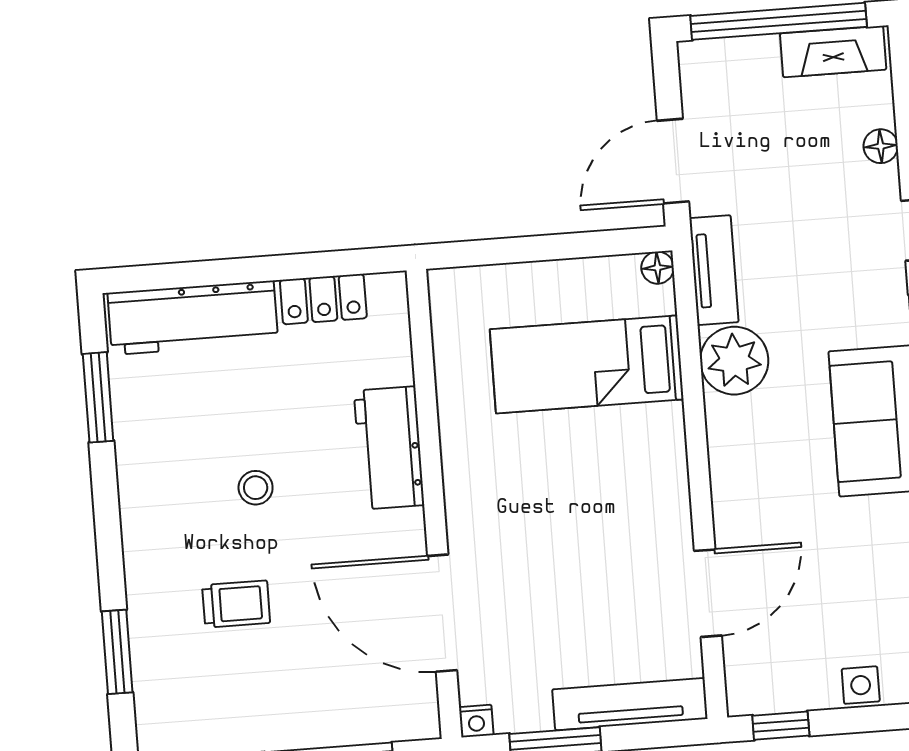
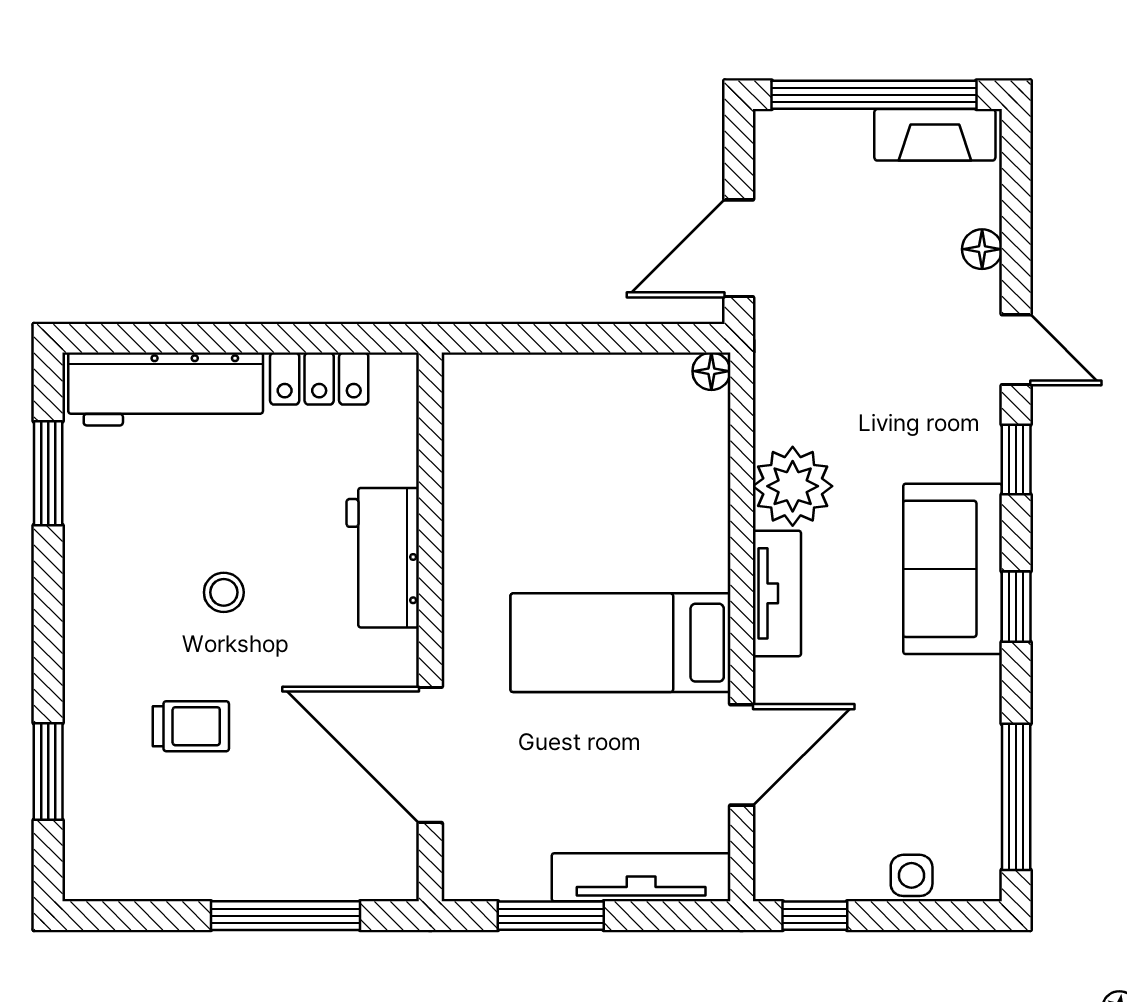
tv unit: (714, 270) -> (777, 593), moved
bed: (587, 364) -> (620, 643), moved
nightstand: (476, 721) -> (461, 884), removed

